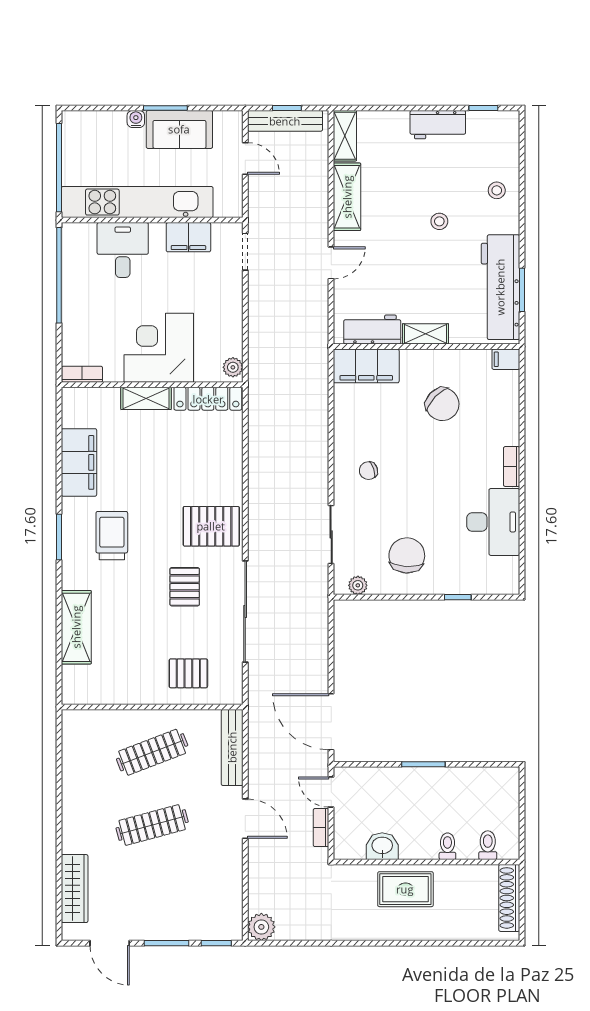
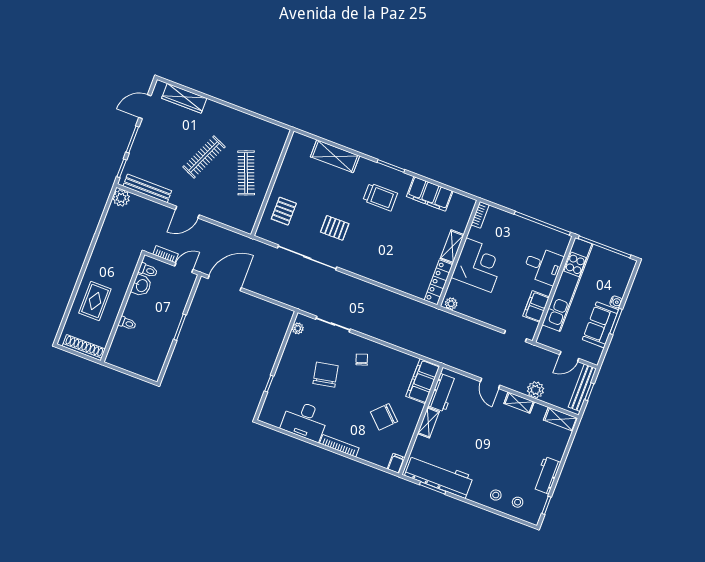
plant: (315, 190) -> (535, 390), added
shelving: (347, 197) -> (519, 403), width x0.67, depth x0.75
stool: (439, 221) -> (518, 502), moved
bookcase: (512, 467) -> (339, 446), width x1.56
pallet: (211, 526) -> (364, 256), removed
chair: (407, 555) -> (326, 375), moved, turned -104
bench: (232, 747) -> (147, 188), moved
clothes rail: (152, 825) -> (204, 157), turned 39
toilet: (488, 845) -> (148, 270), moved
rug: (405, 889) -> (95, 301), moved

